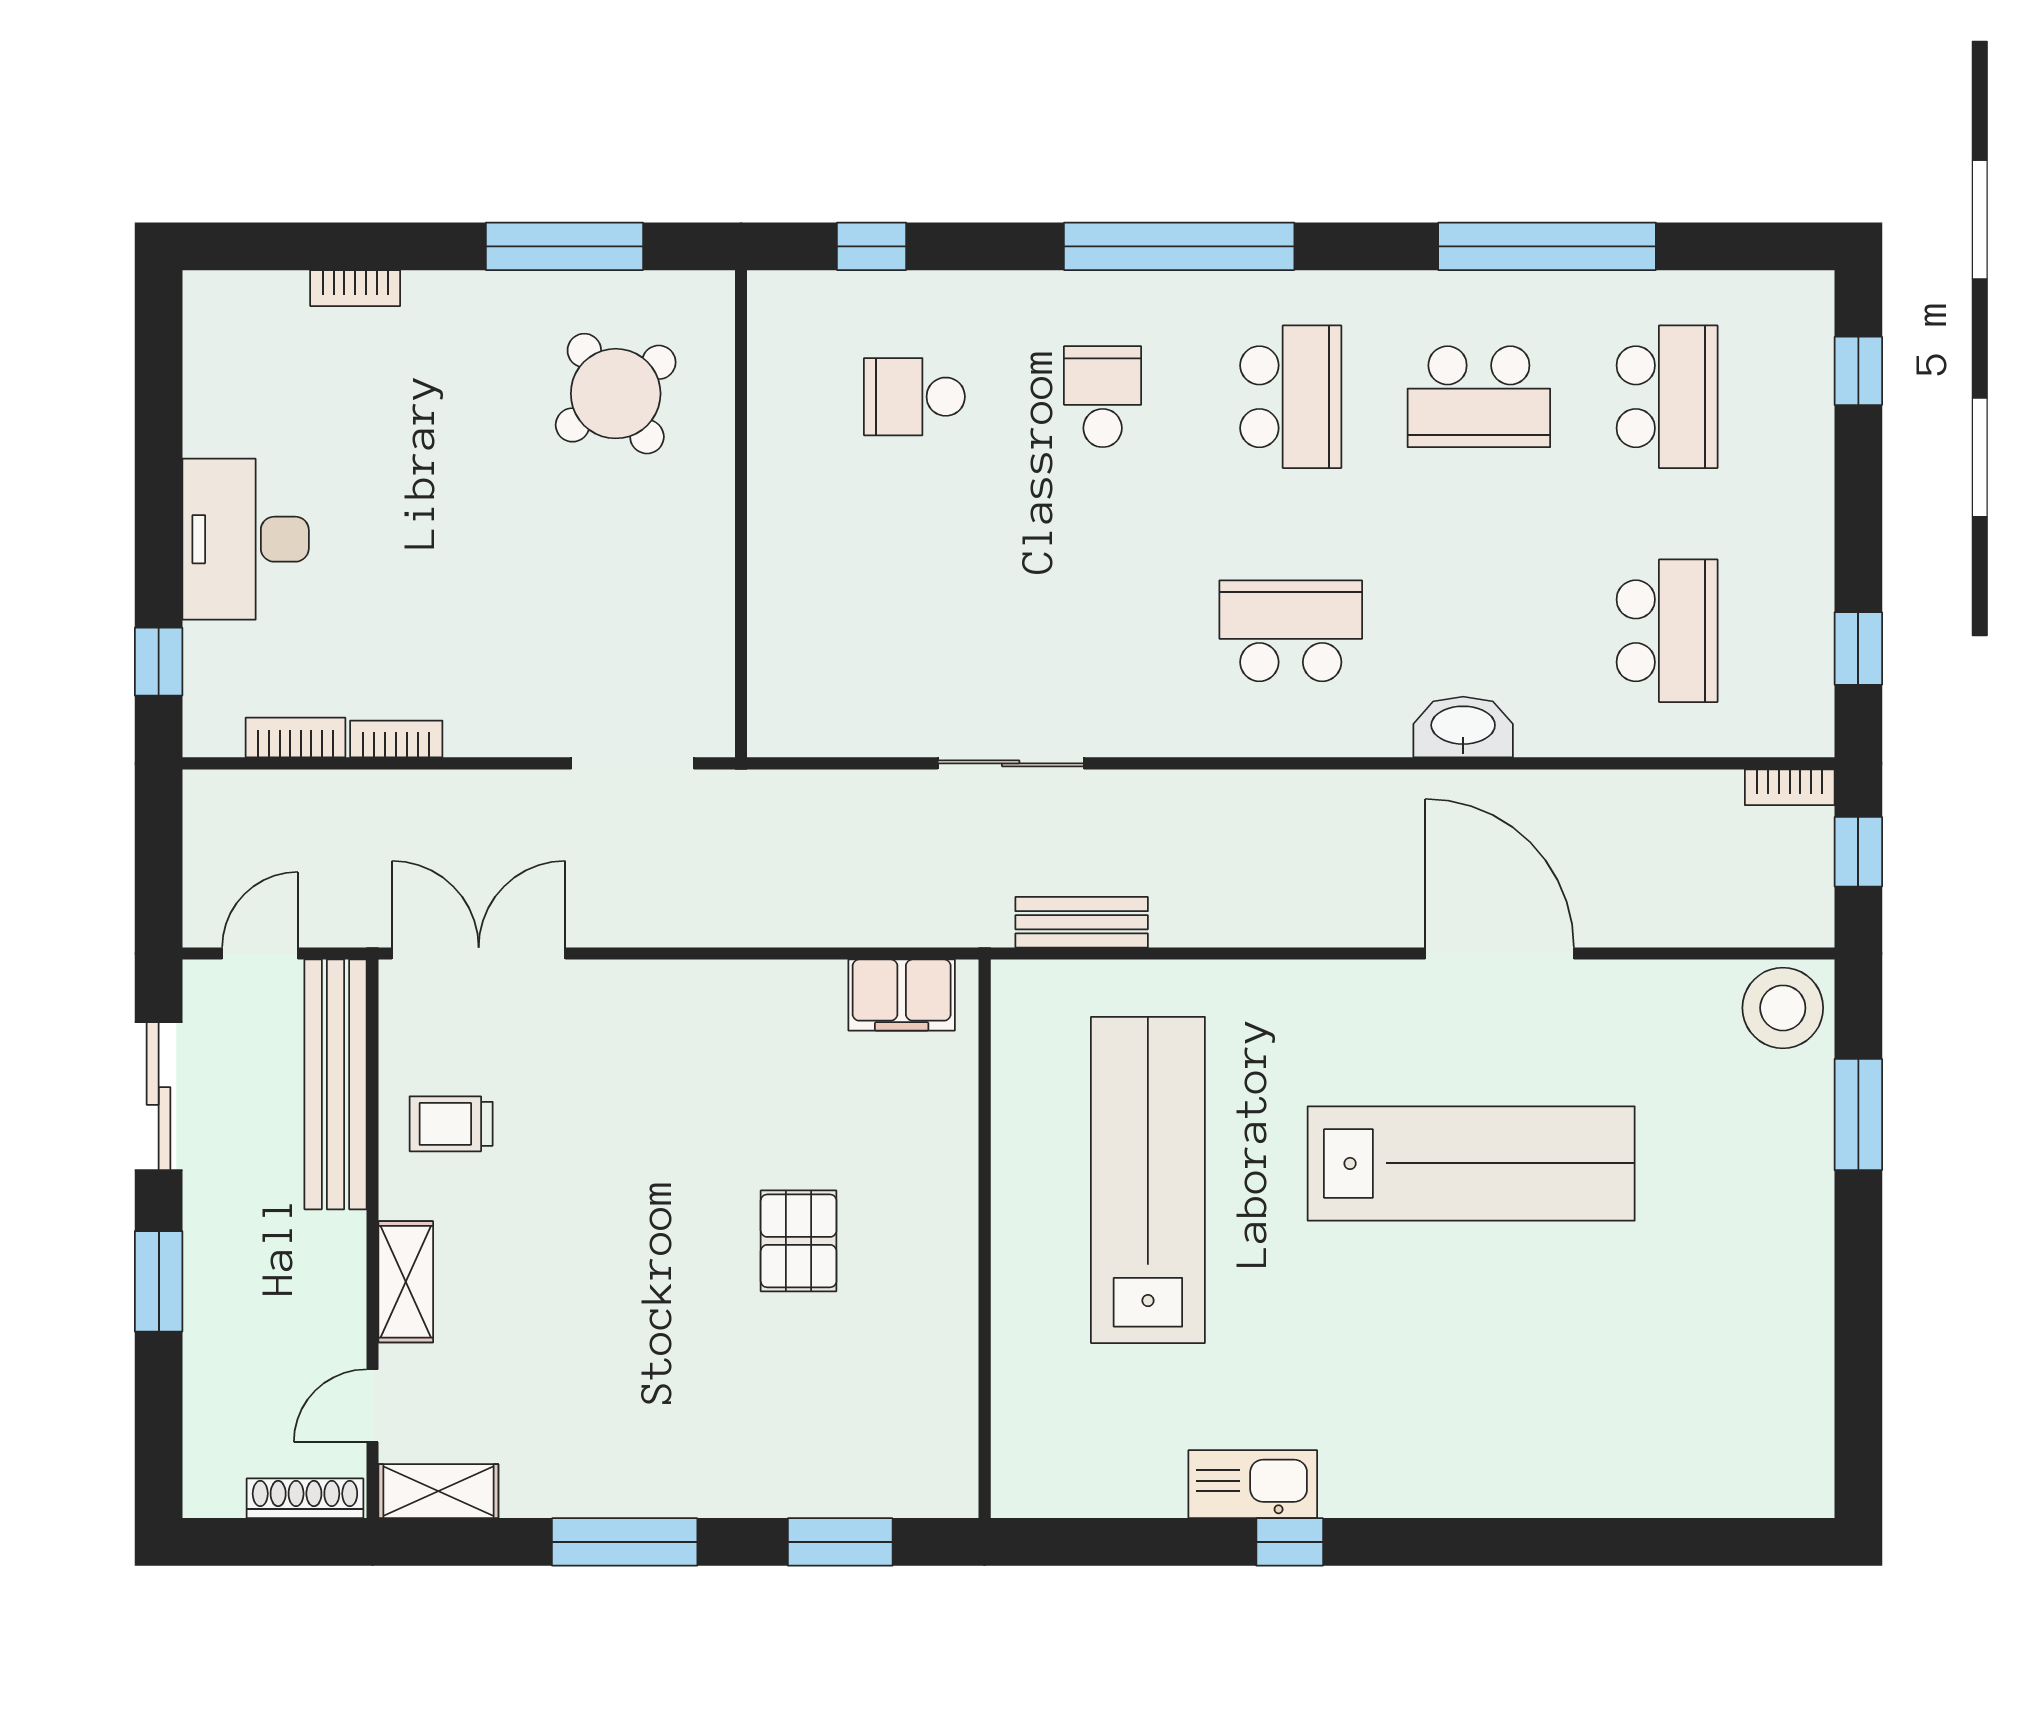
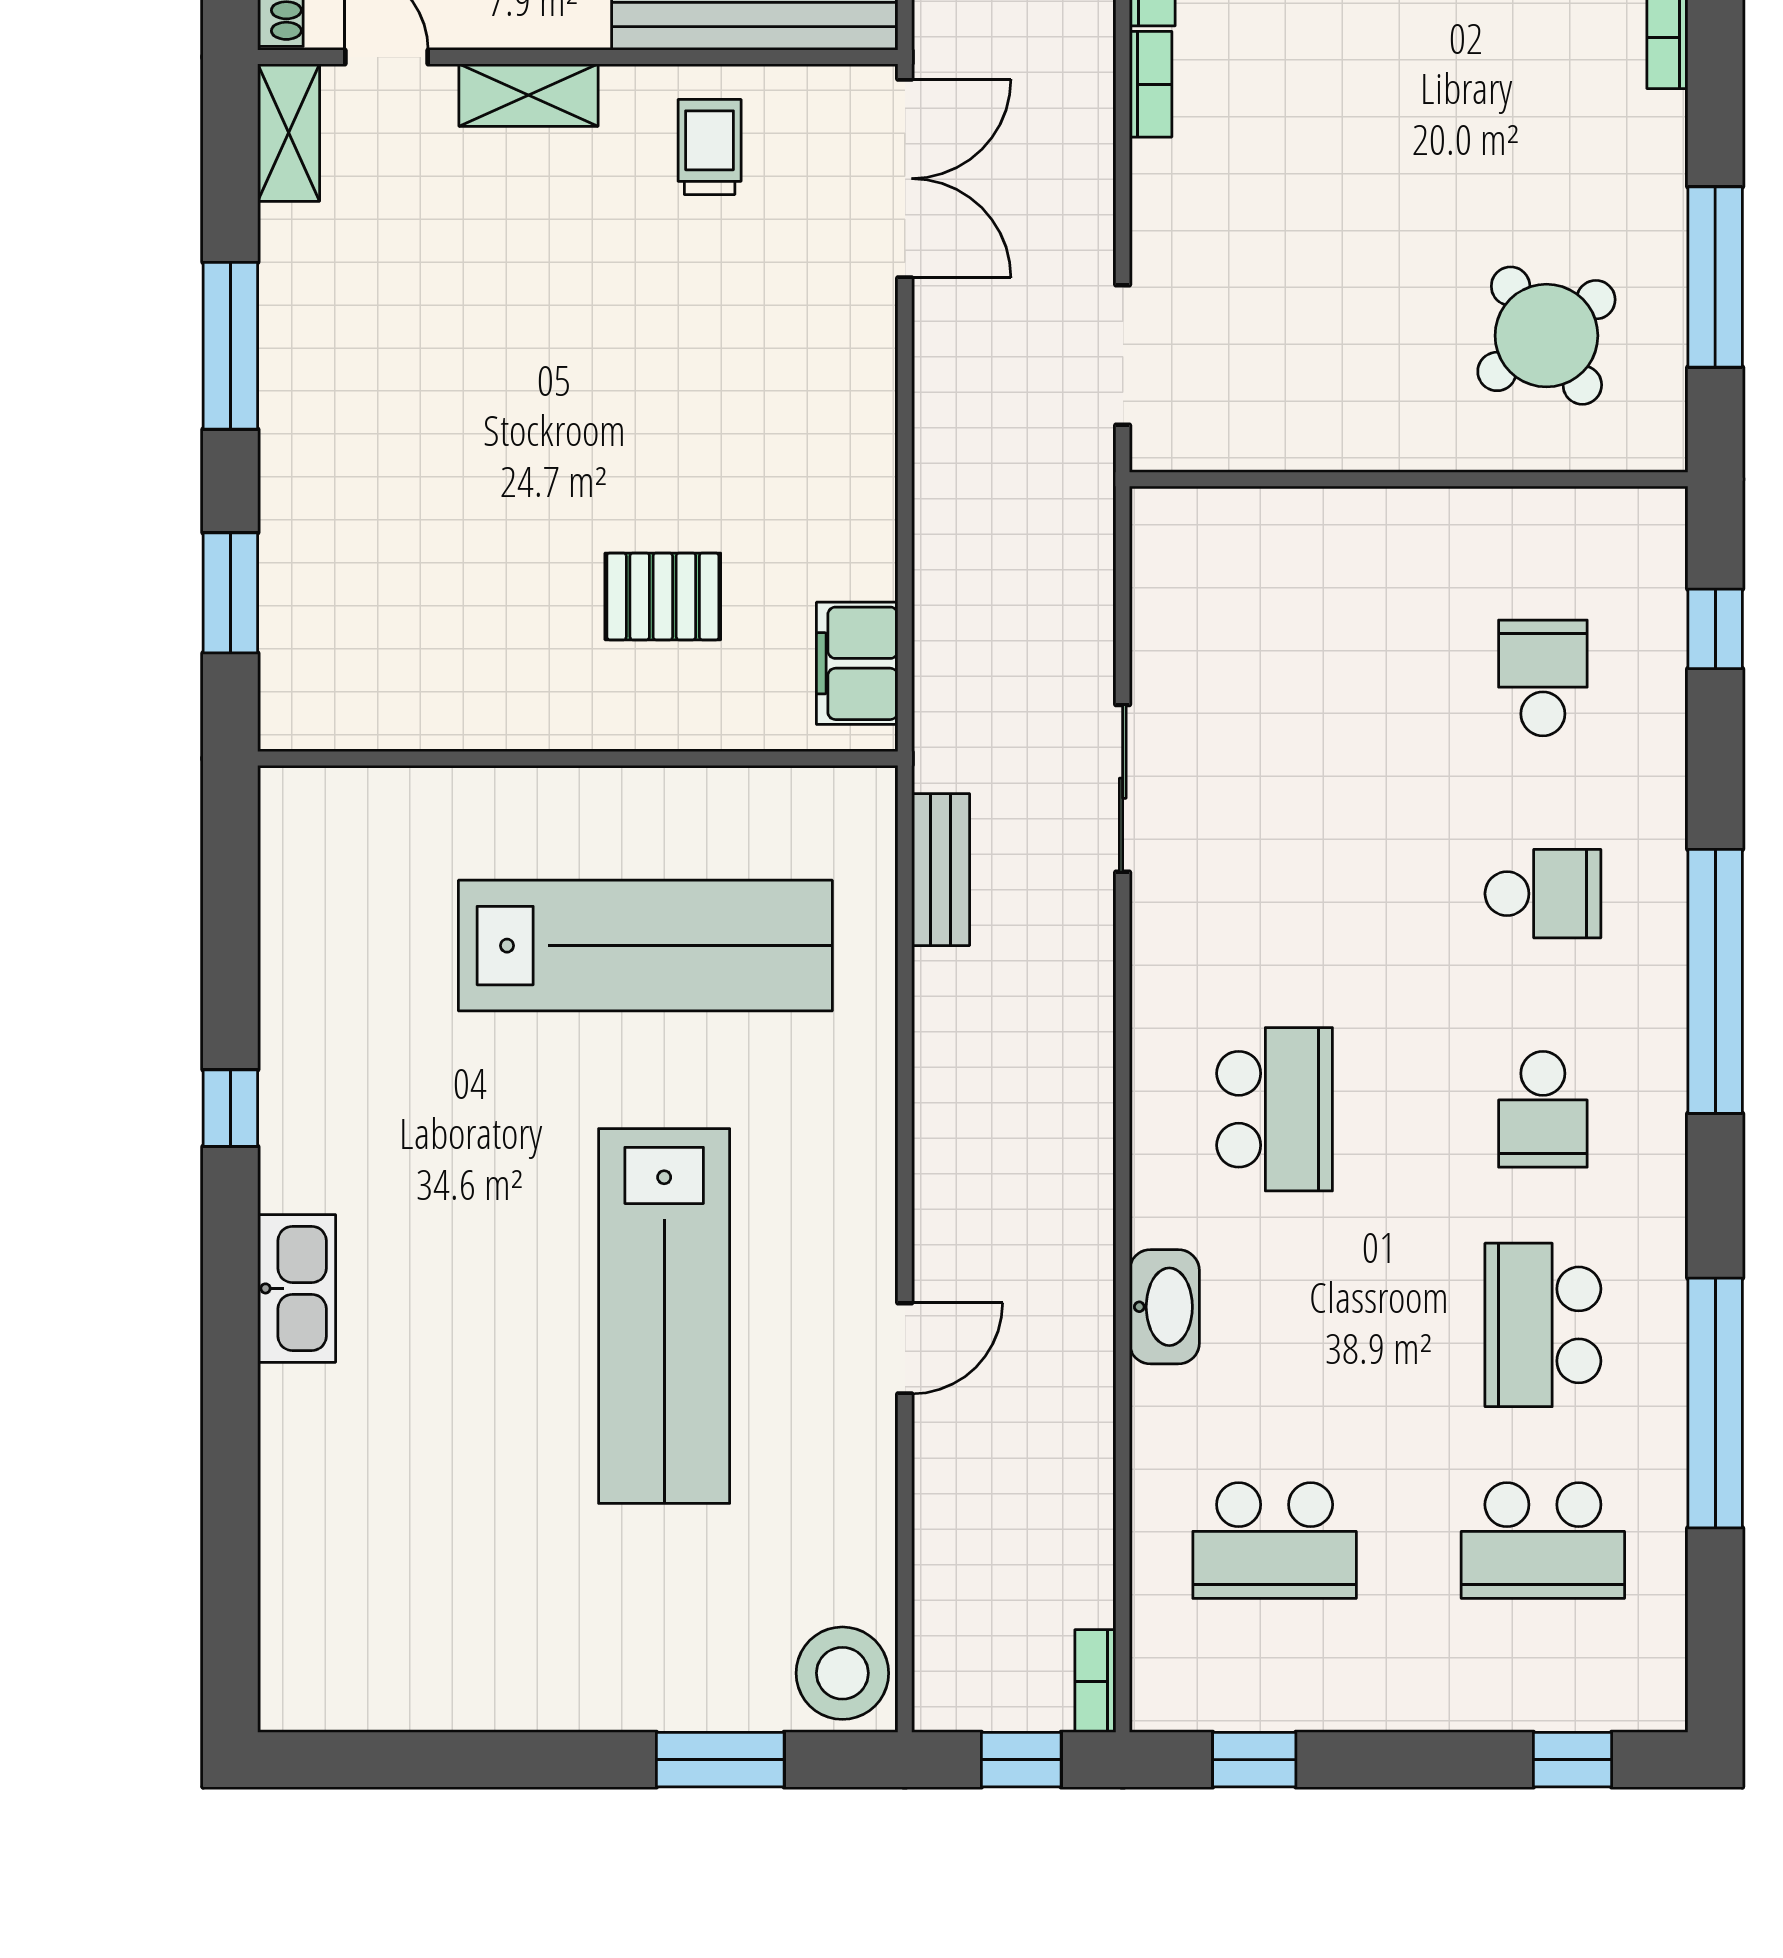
school desk: (1291, 397) -> (1543, 1109), width x0.54
door: (1499, 954) -> (905, 1348), width x0.53
pallet: (799, 1241) -> (663, 596), moved
kitchen sink: (1253, 1484) -> (297, 1288), moved

